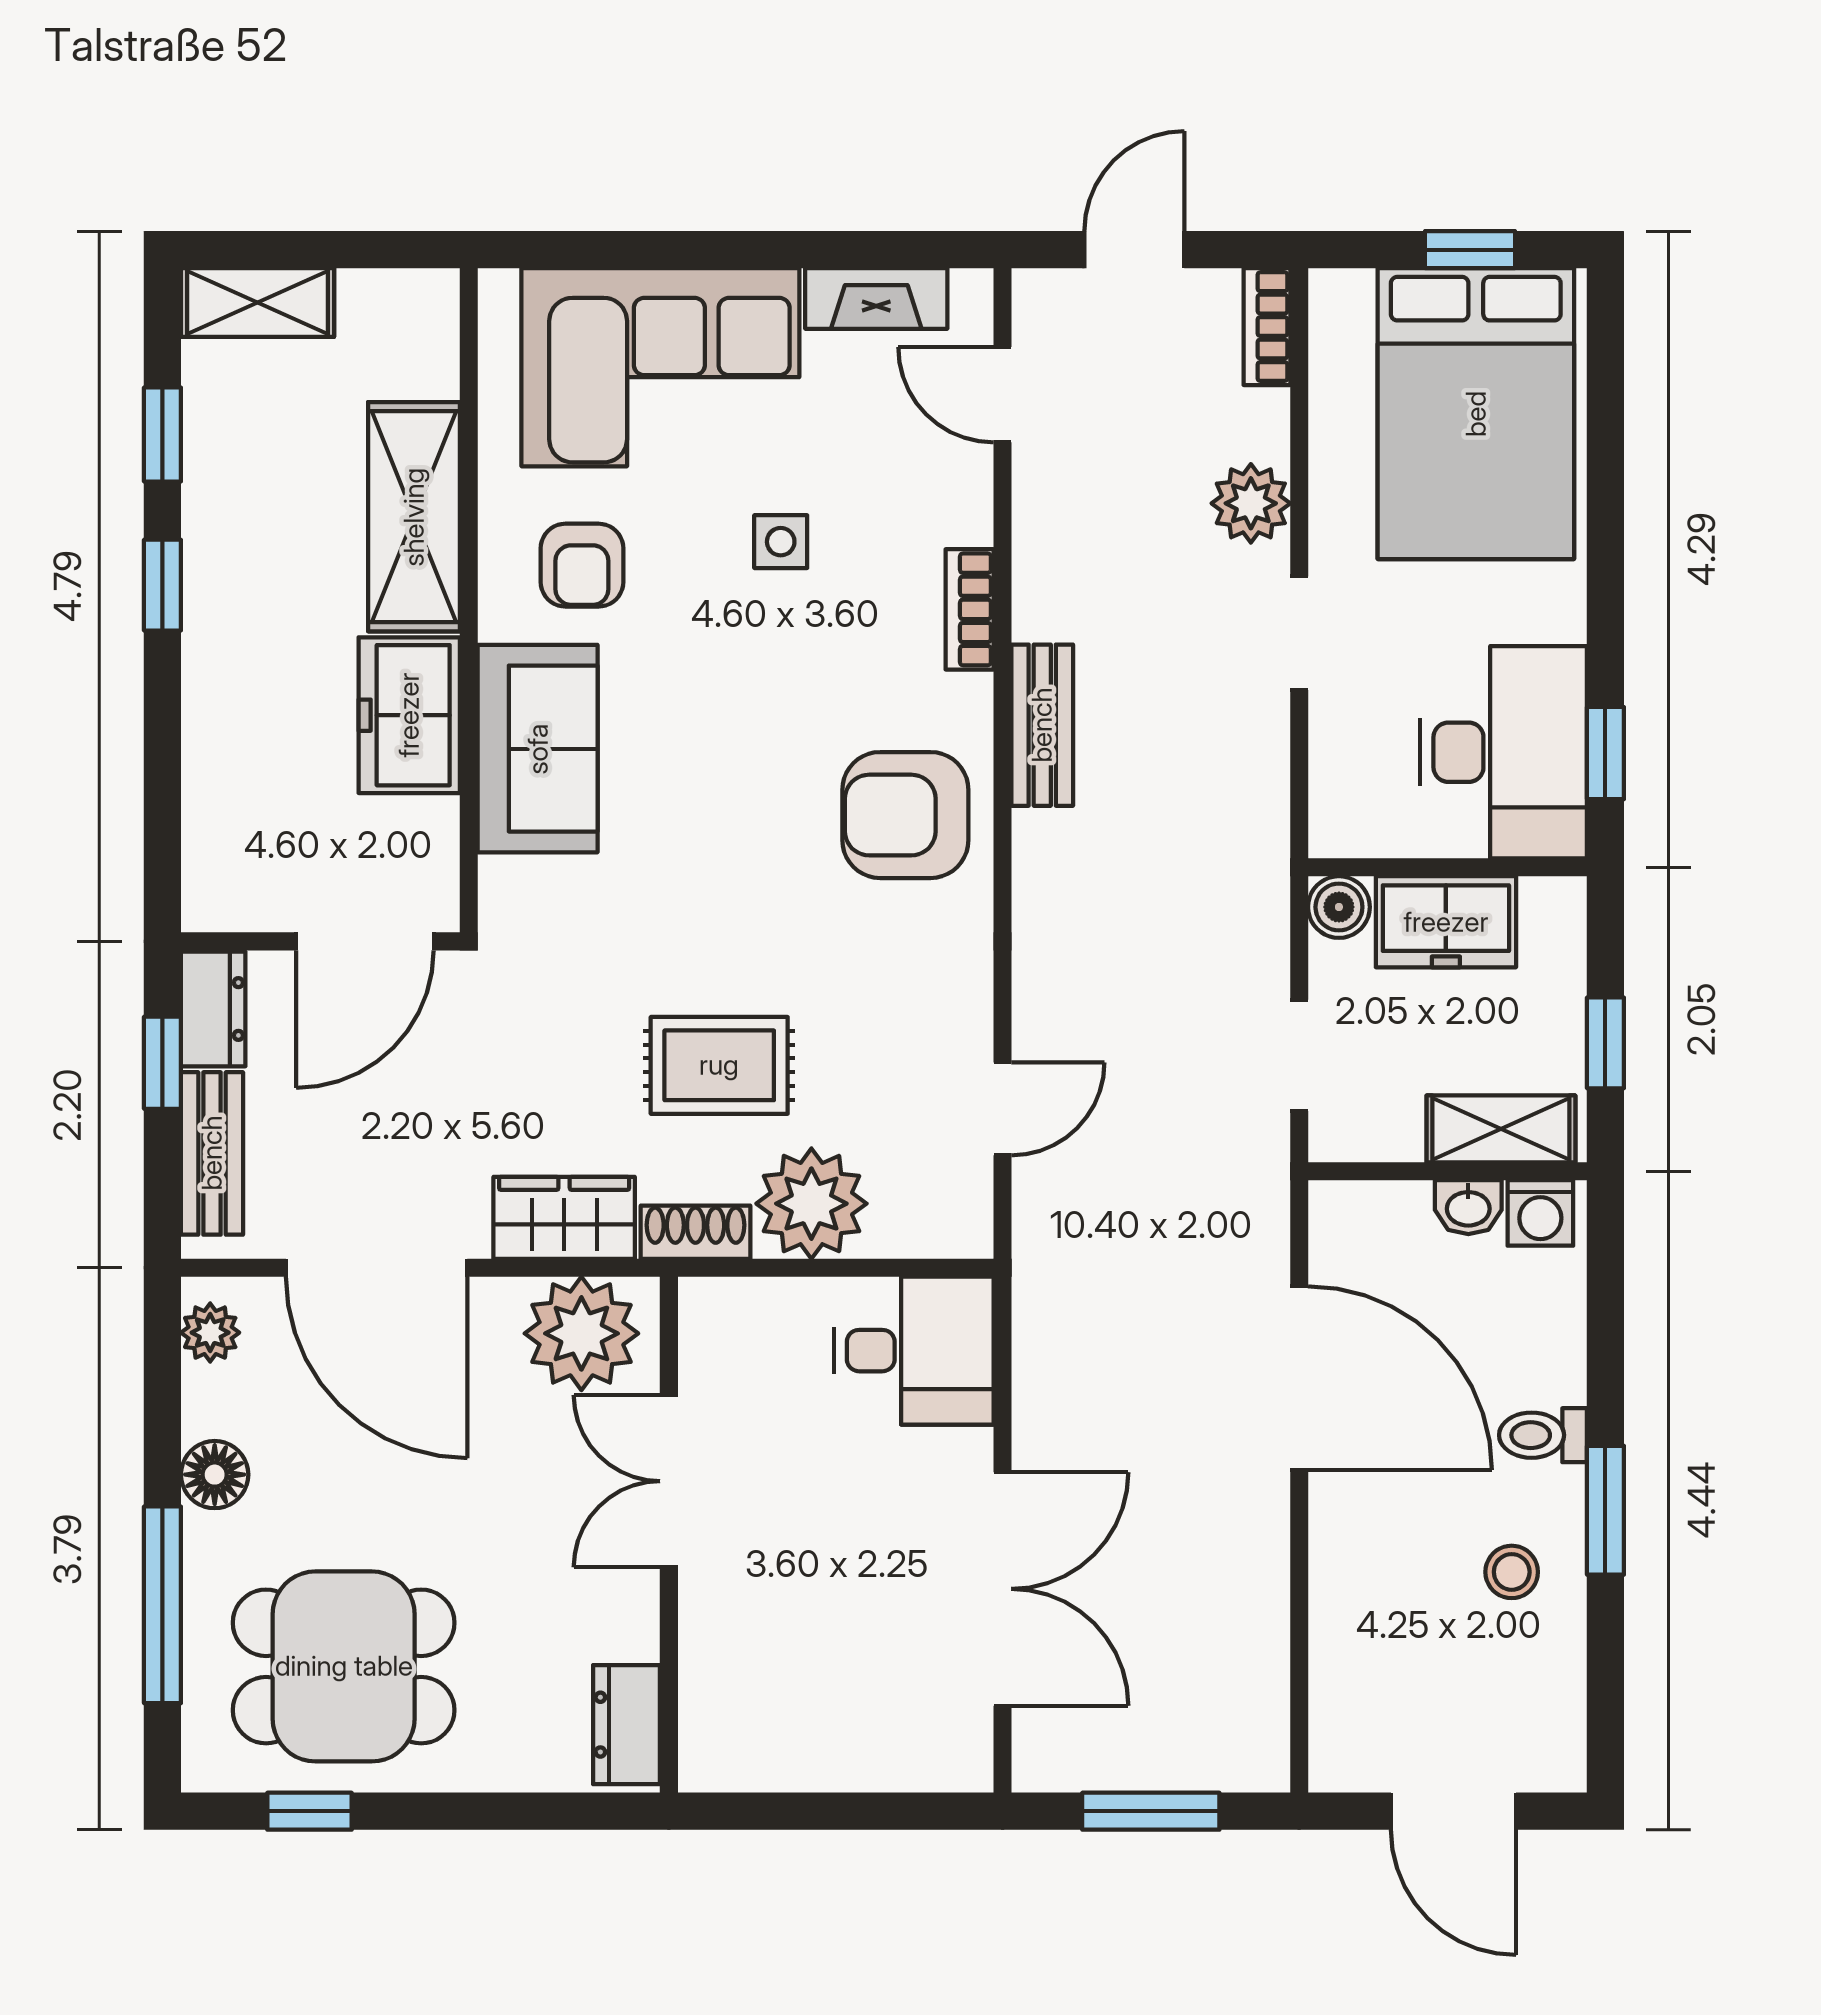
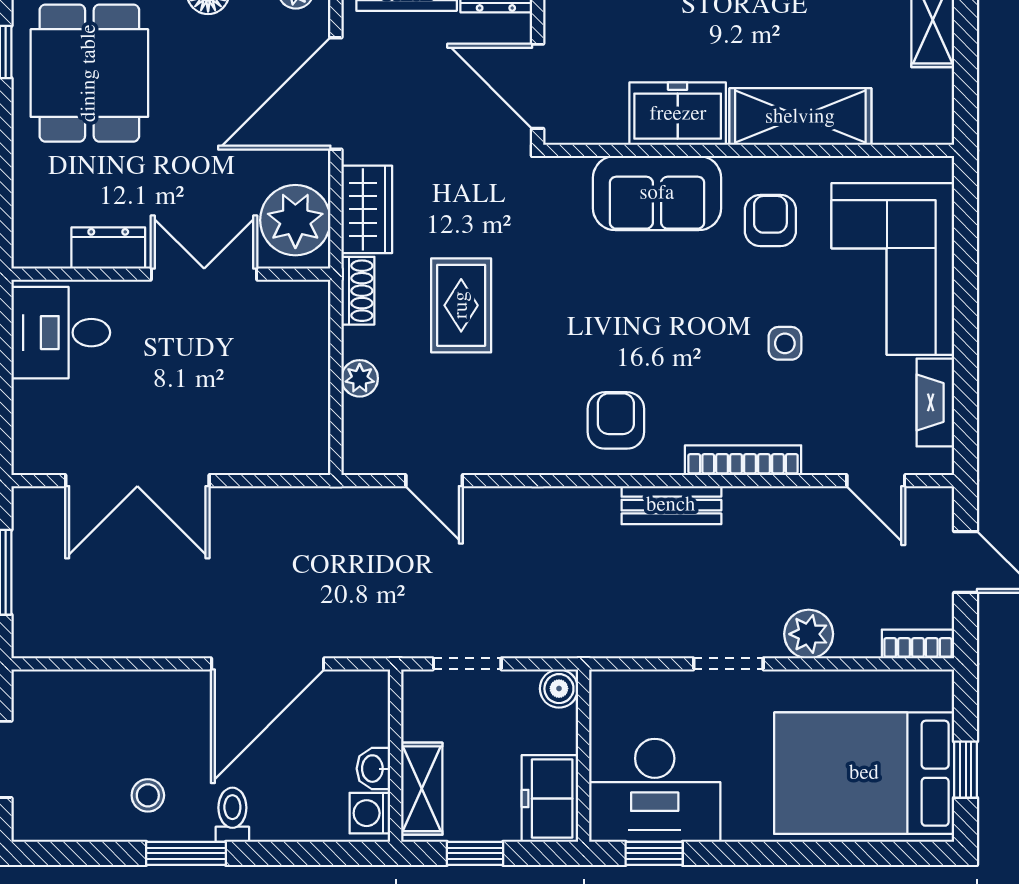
door: (1003, 395) -> (876, 481), swing flipped
armchair: (582, 565) -> (770, 220), turned 90
bookcase: (970, 609) -> (743, 460), width x1.56
armchair: (905, 815) -> (616, 420), width x0.72, depth x0.72
freezer: (1446, 922) -> (550, 799), moved
plant: (811, 1204) -> (360, 378), width x0.53, depth x0.53
desk: (914, 1351) -> (61, 333), moved, turned 90
dresser: (627, 1725) -> (108, 248), moved

